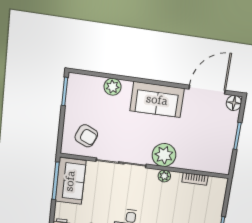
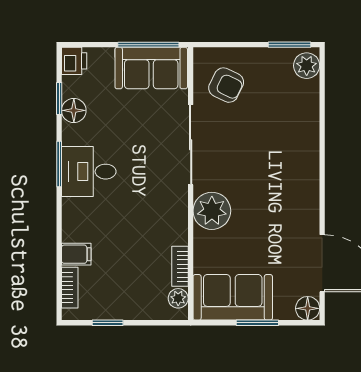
plant: (113, 87) -> (307, 66), moved
sofa: (157, 100) -> (233, 297), moved, turned 90
armchair: (86, 136) -> (226, 85), turned -88
plant: (164, 176) -> (178, 298), moved

